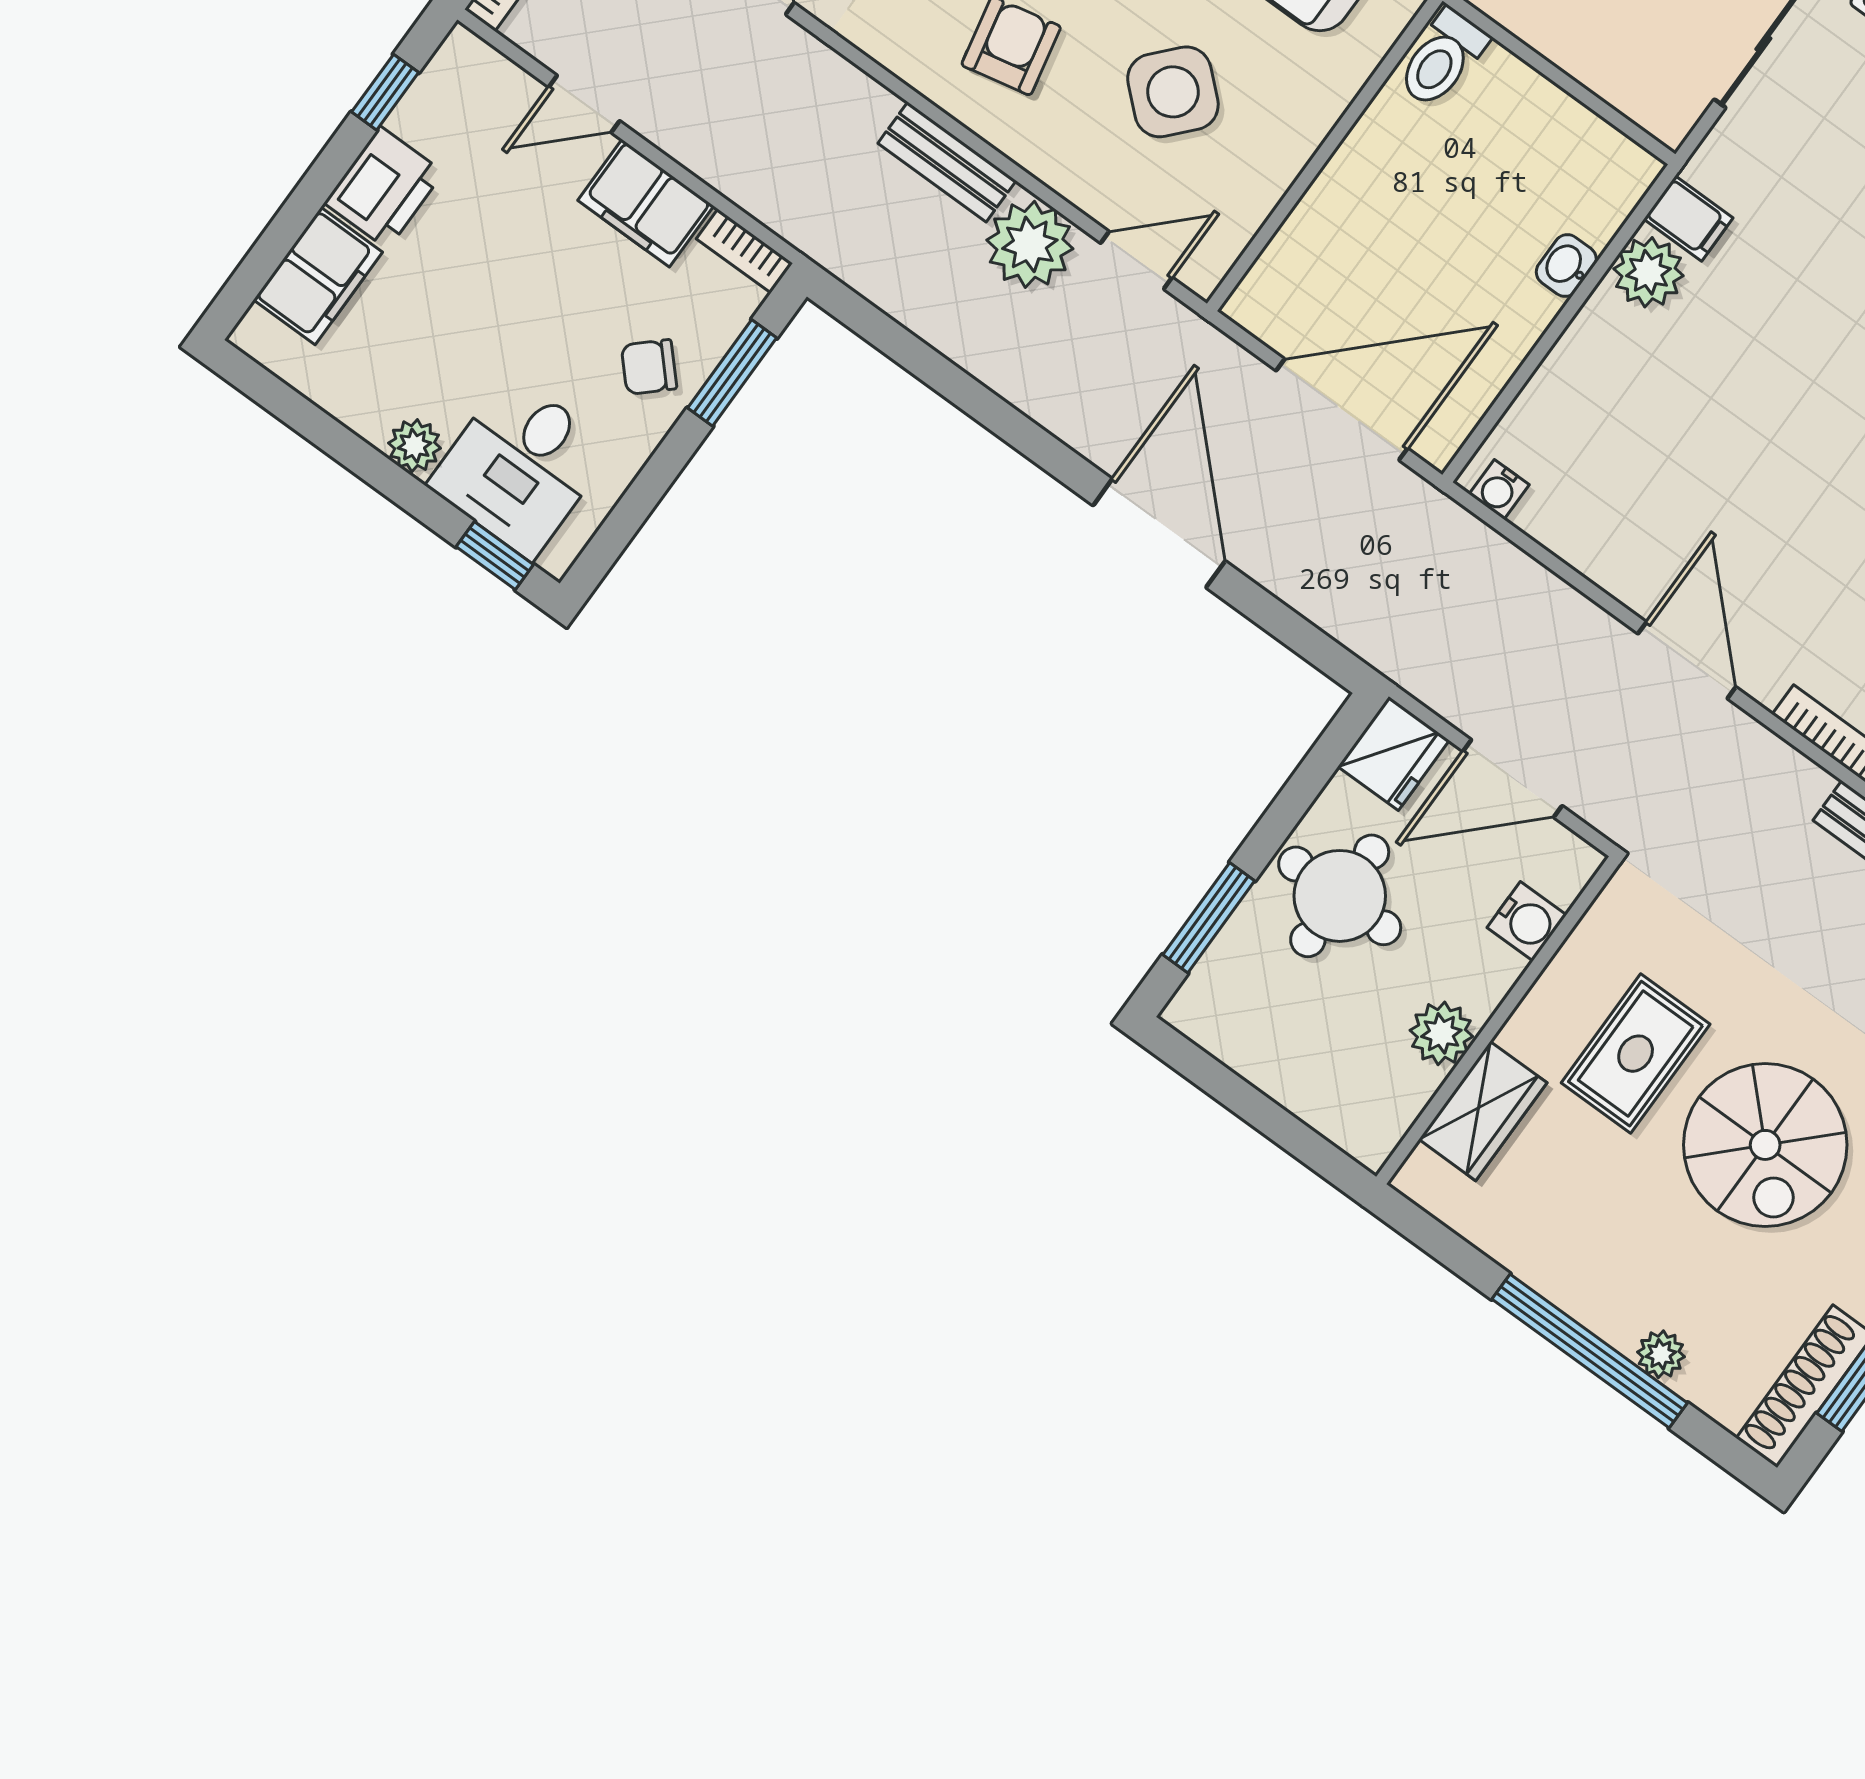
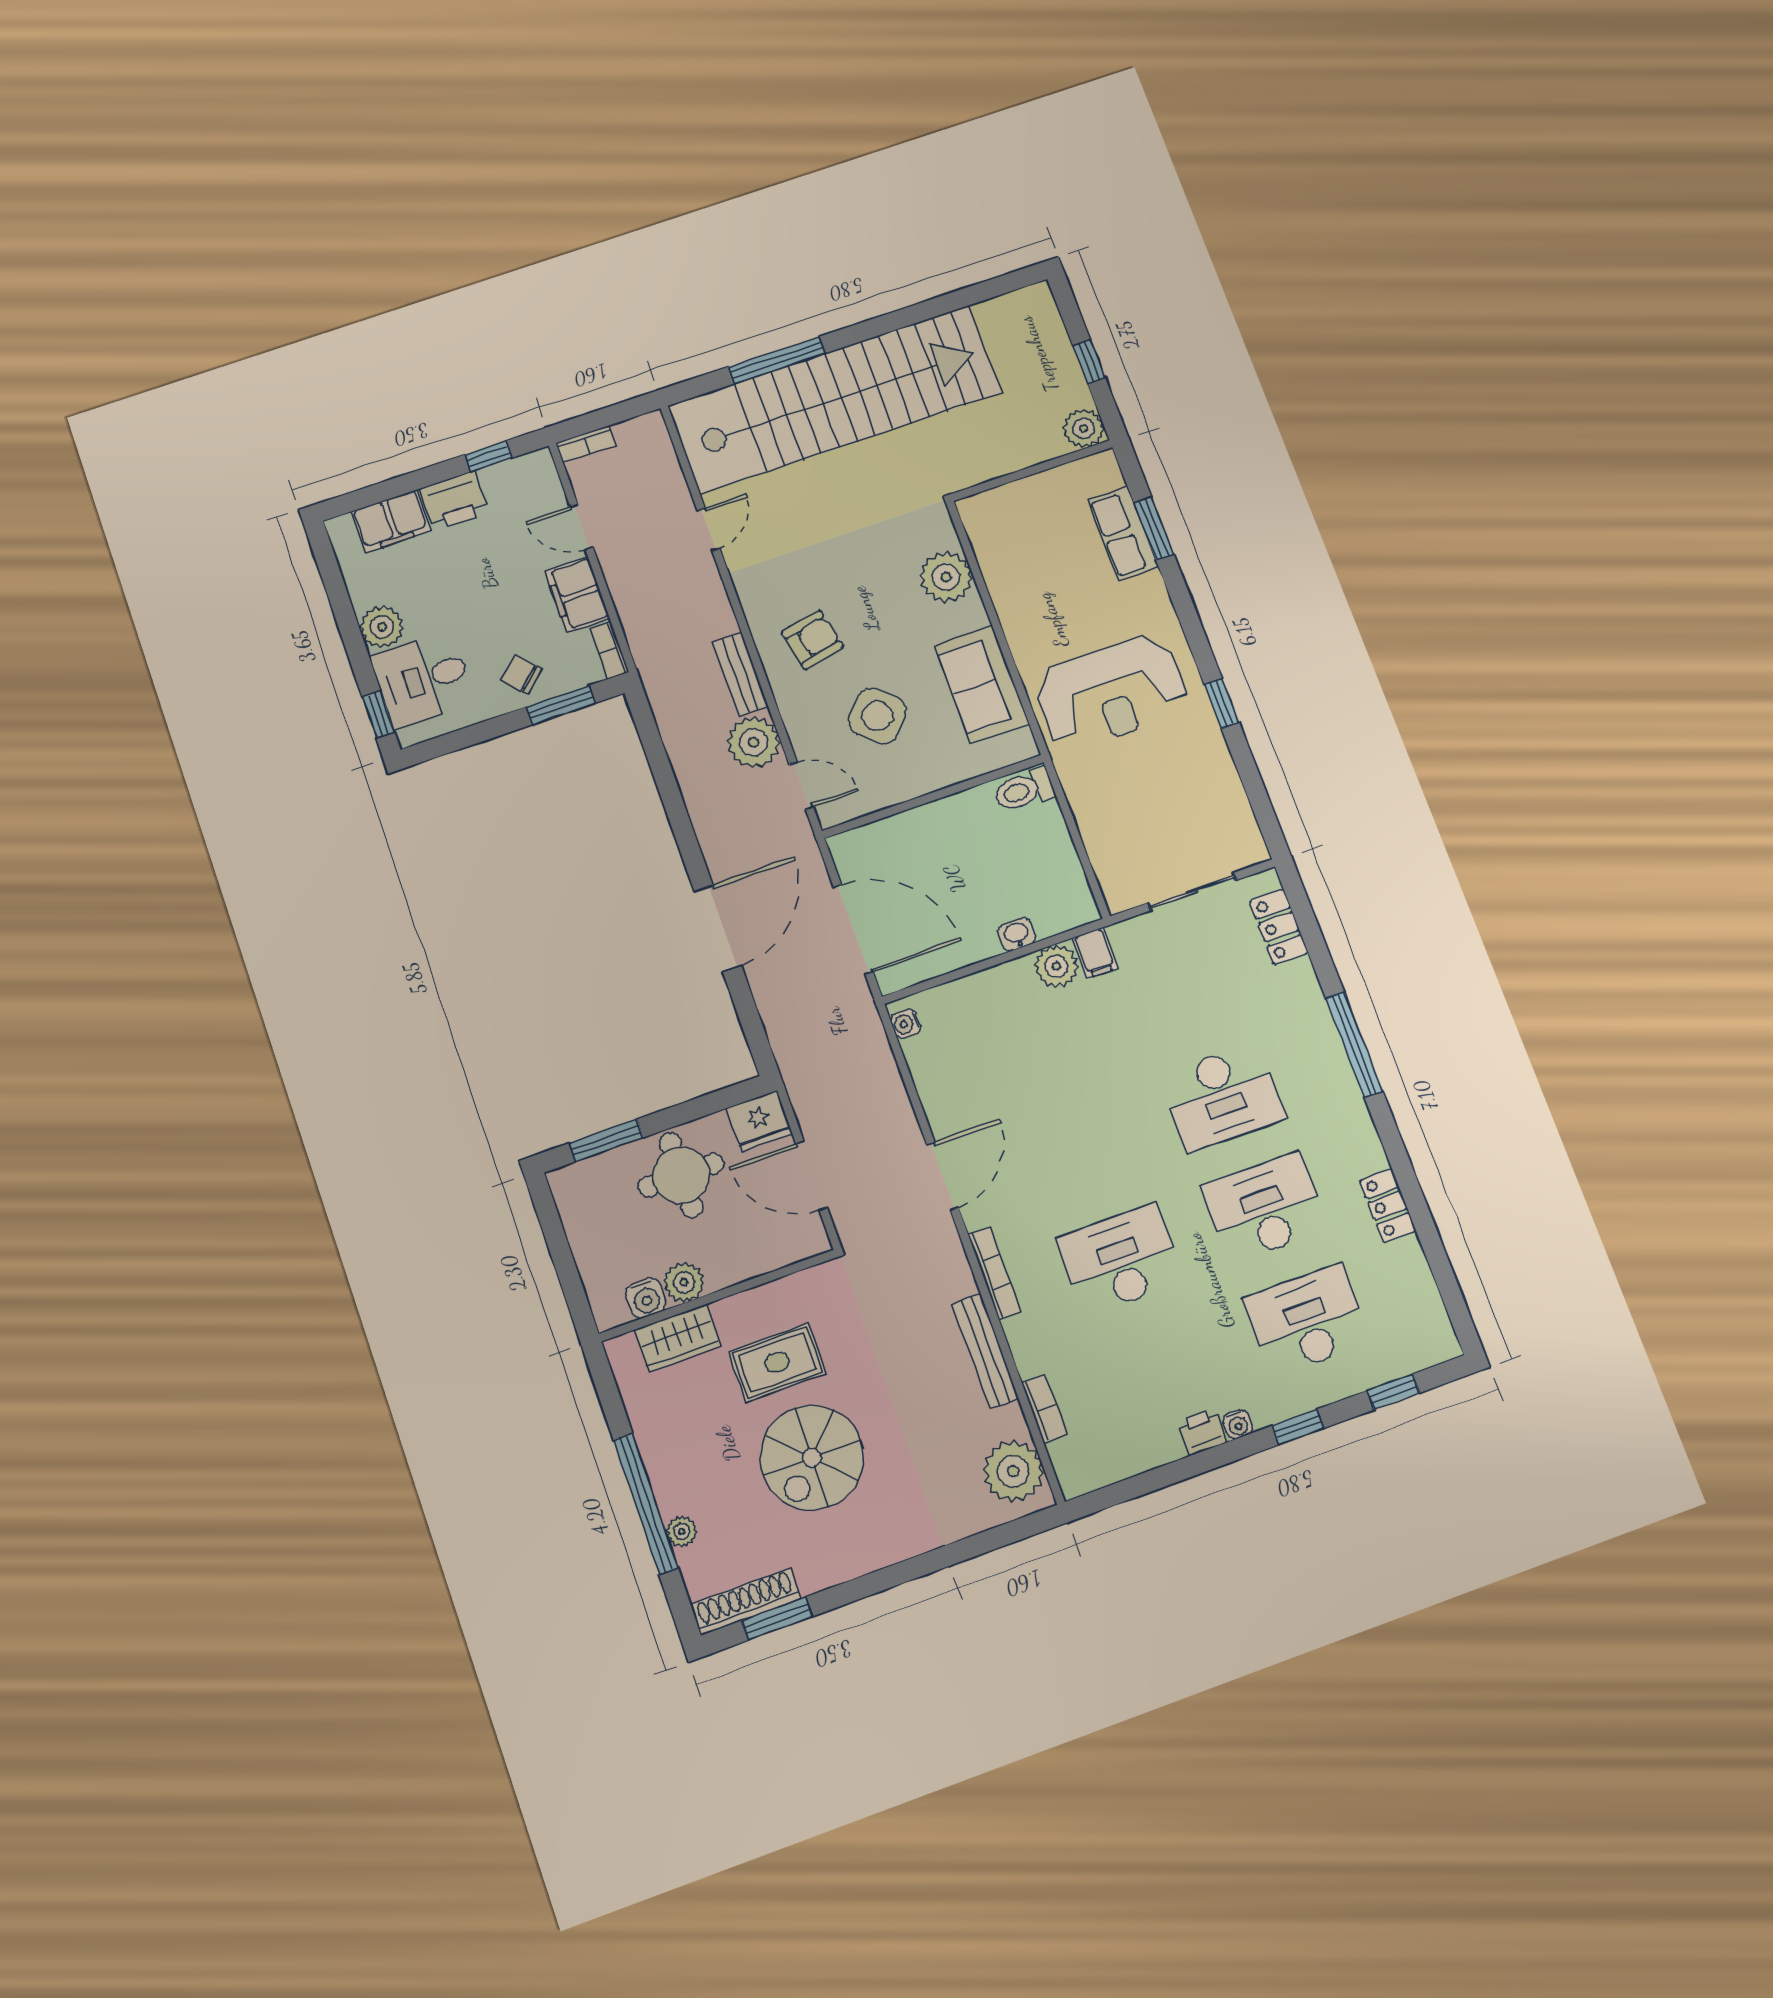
plant: (415, 446) -> (382, 627), width x1.38, depth x1.38
water cooler: (1527, 921) -> (646, 1298), moved

